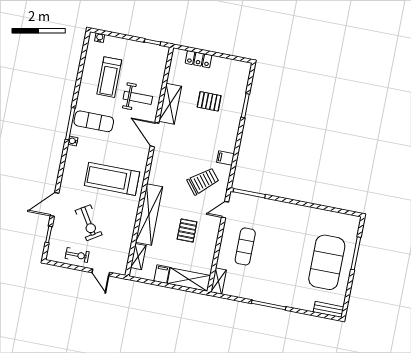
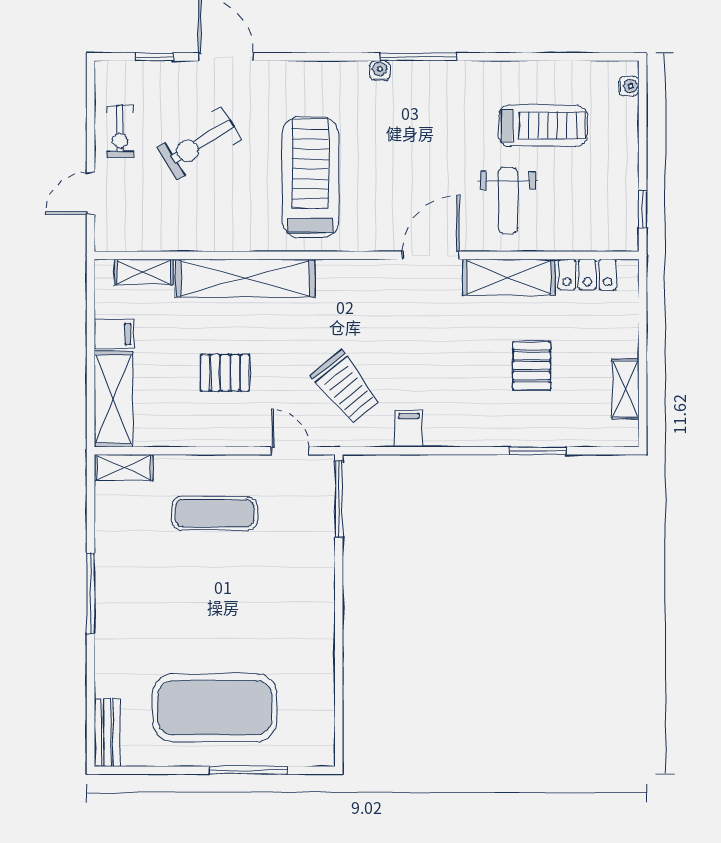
locker: (199, 59) -> (587, 274), moved, turned -90
shelving: (226, 64) -> (625, 389), added
treadmill: (109, 77) -> (543, 126), turned 180
exercise mat: (94, 121) -> (434, 110), removed

